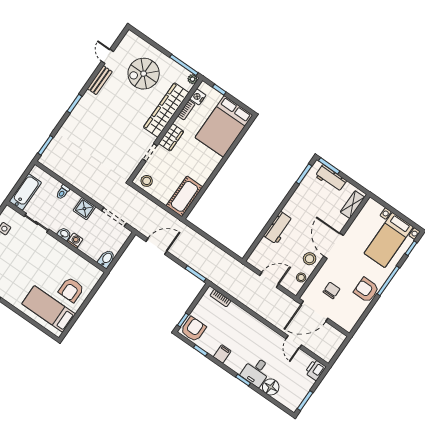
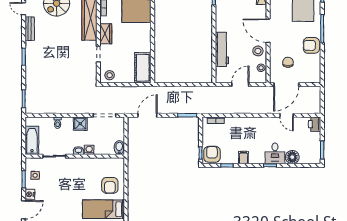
workbench: (278, 228) -> (222, 49), width x1.37

